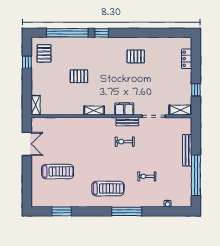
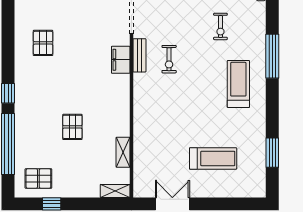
shelving: (94, 111) -> (123, 152), moved
treadmill: (58, 171) -> (213, 158), turned 90

